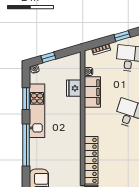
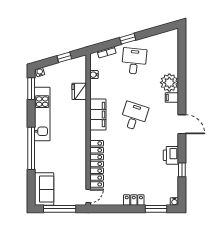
window: (48, 57) -> (64, 57), moved
filing cabinet: (92, 92) -> (98, 115), moved
window: (26, 99) -> (31, 89), moved

